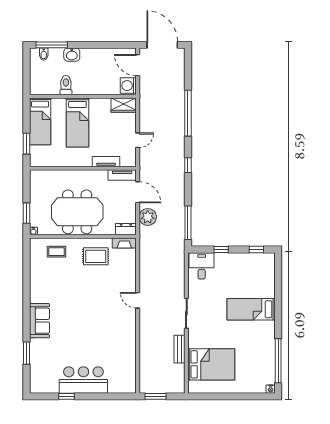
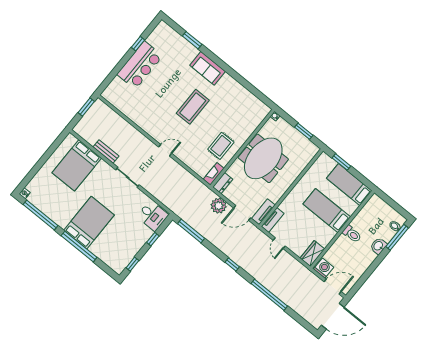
toilet: (66, 85) -> (352, 234), moved
tv unit: (106, 162) -> (273, 220), moved
window: (26, 213) -> (304, 131), moved
coffee table: (57, 252) -> (193, 107), moved, width x1.86, depth x1.72
window: (278, 307) -> (79, 247), added
bed: (251, 309) -> (89, 223), width x1.50

